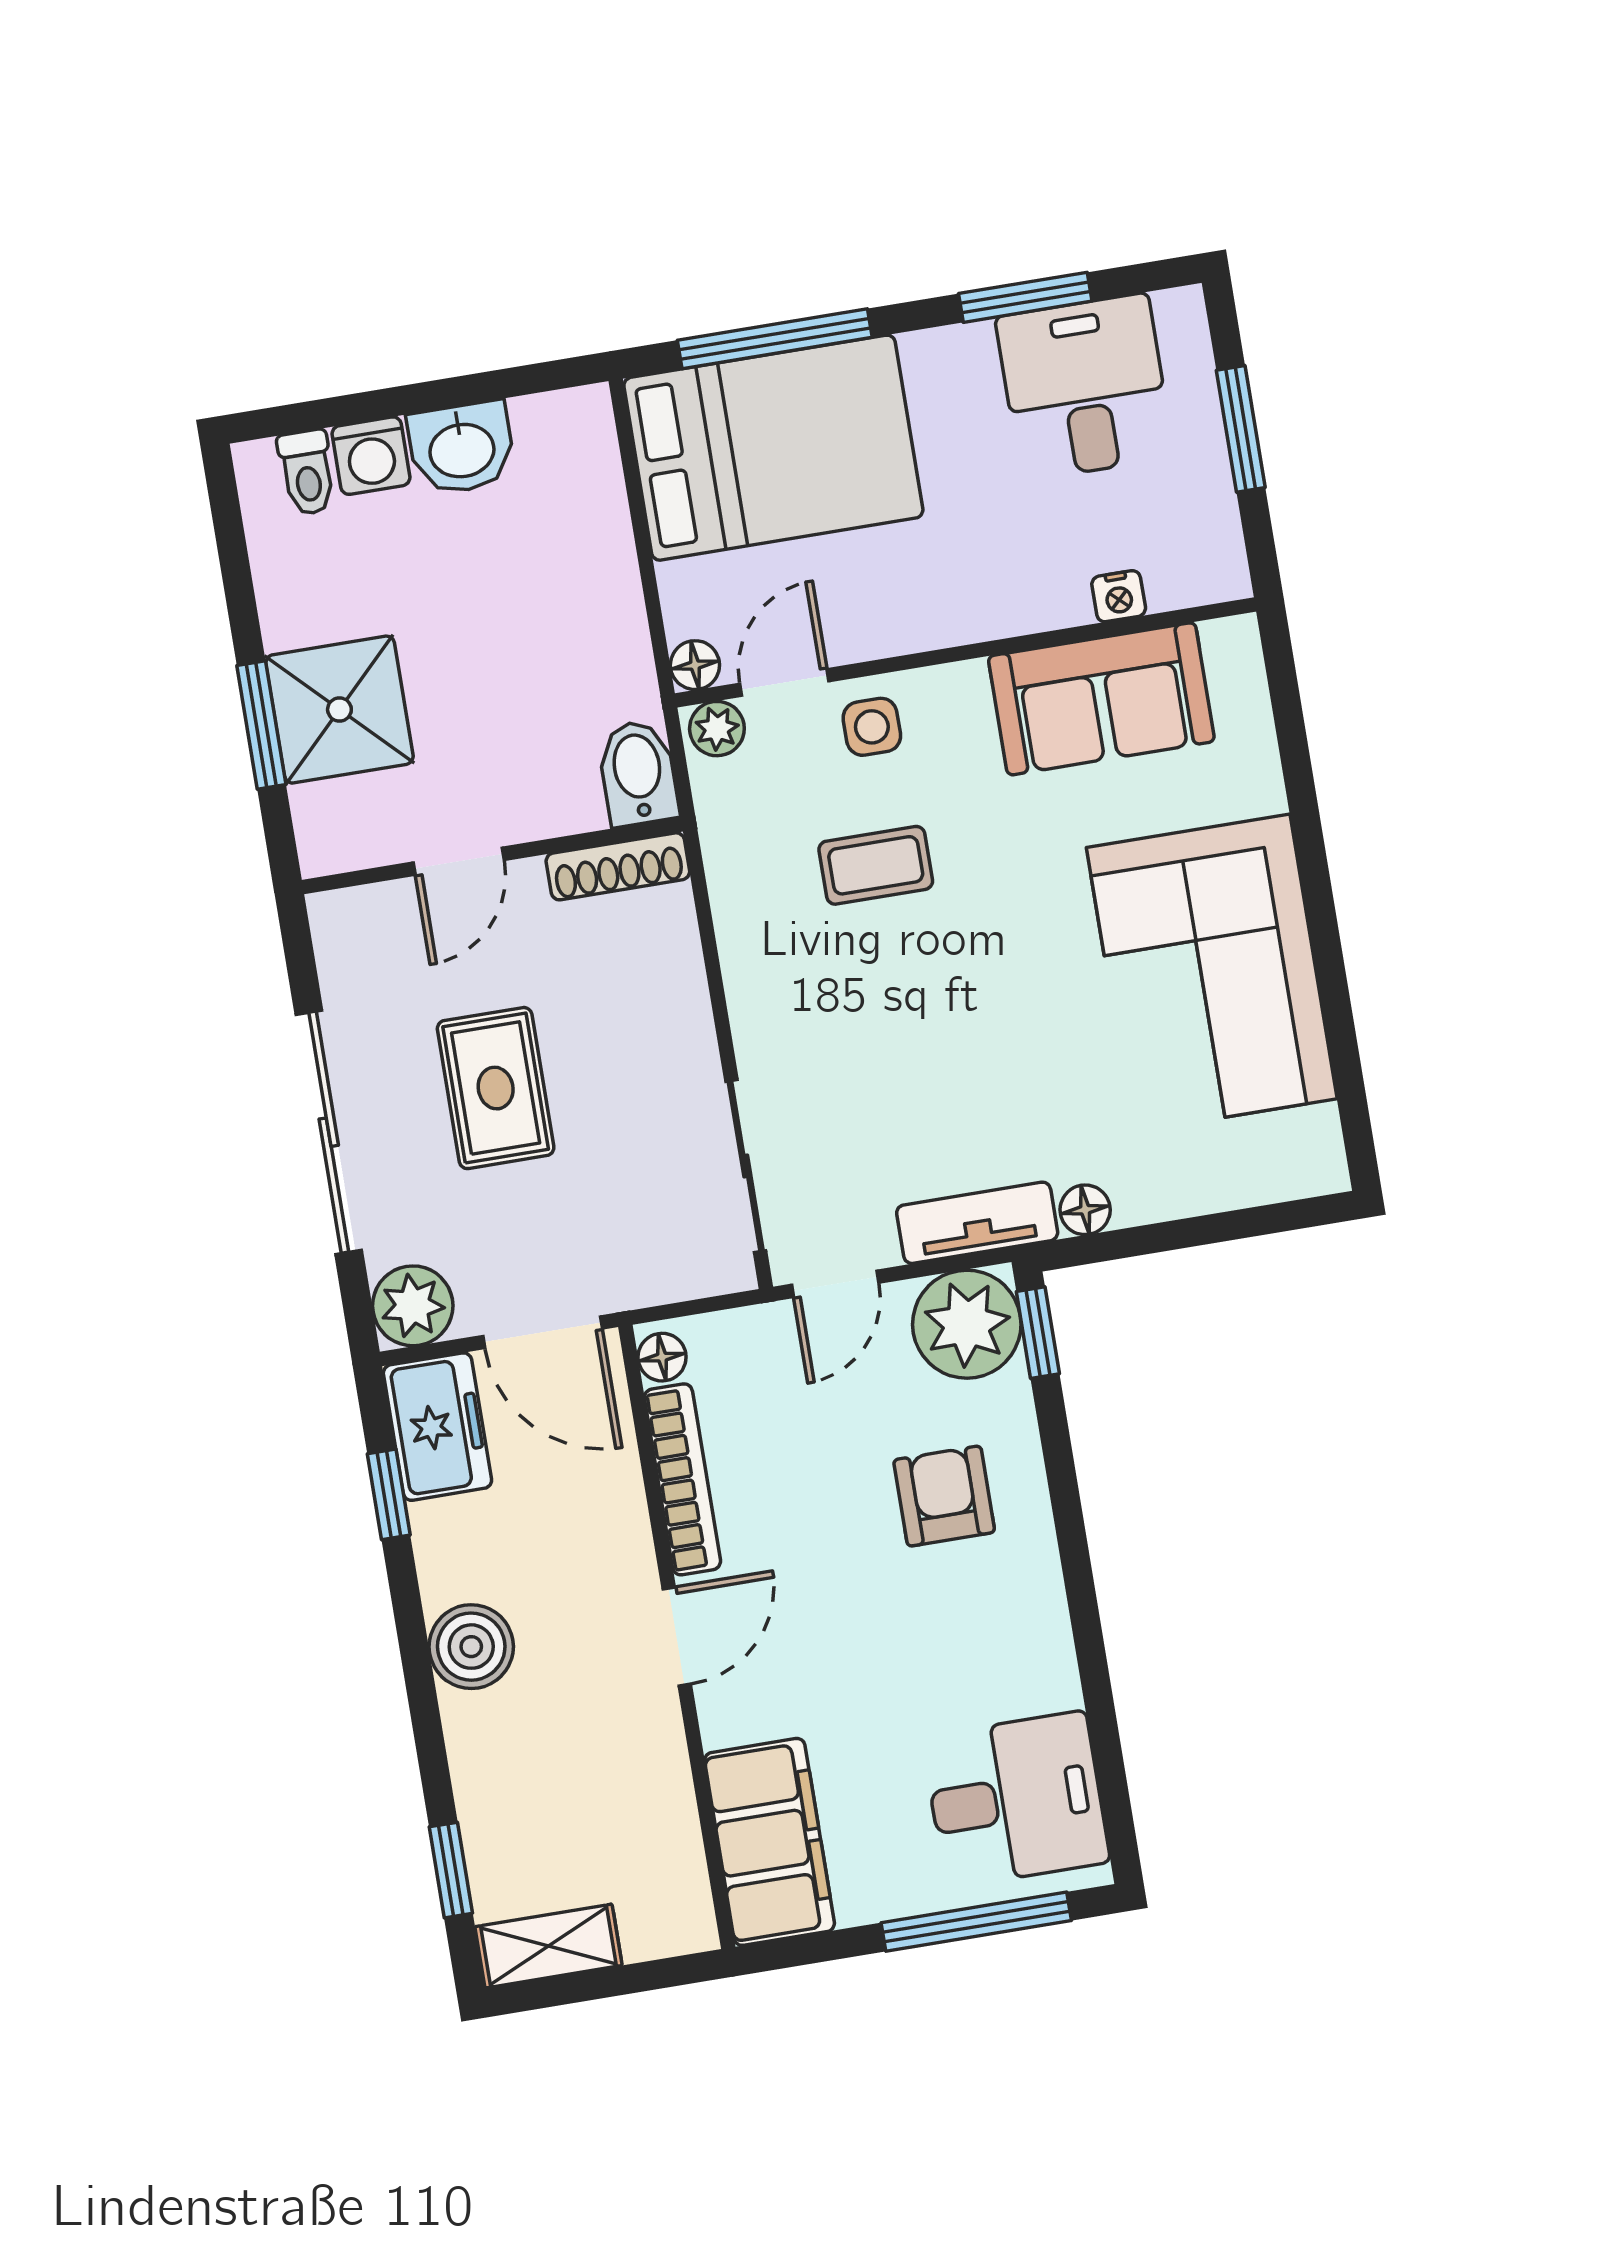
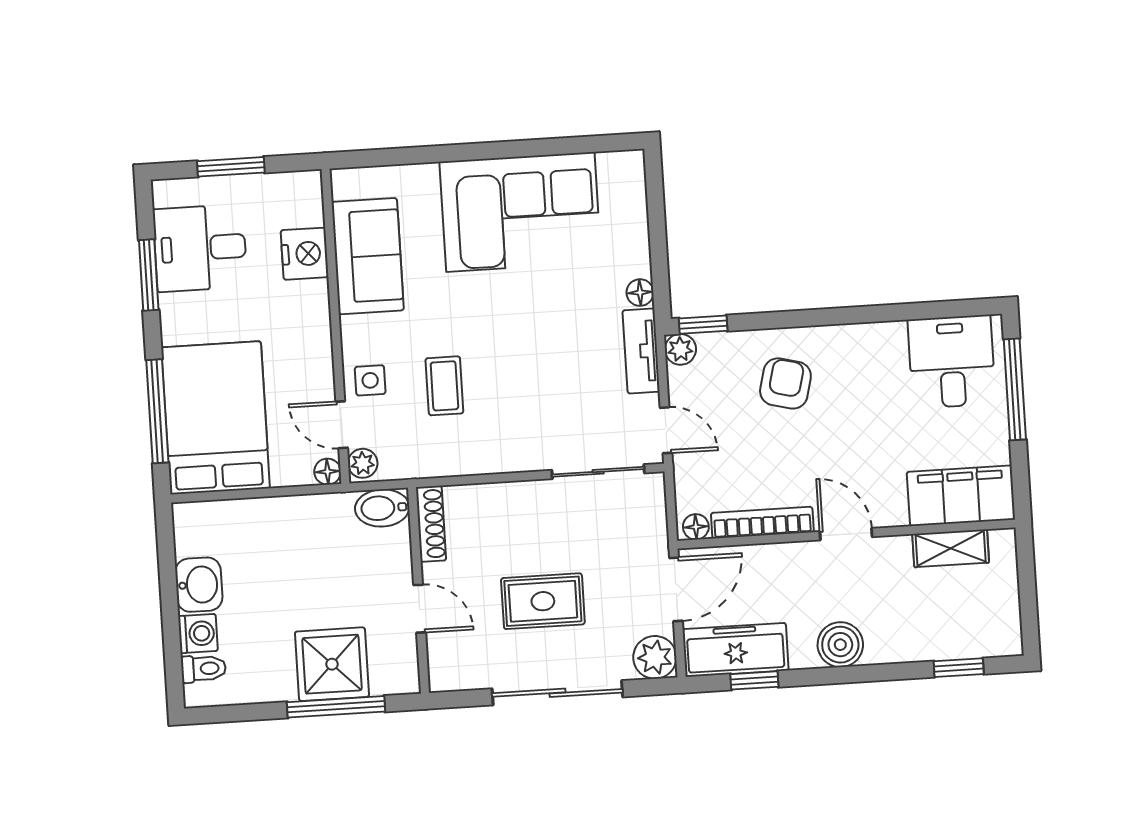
nightstand: (1119, 596) -> (305, 254), width x1.89, depth x1.79
window: (261, 725) -> (336, 707), width x1.44
plant: (967, 1324) -> (680, 349), width x0.53, depth x0.53
freezer: (437, 1427) -> (736, 650), width x1.40
armchair: (944, 1496) -> (785, 383), turned 104
shelving: (549, 1946) -> (951, 548), moved, turned 90

